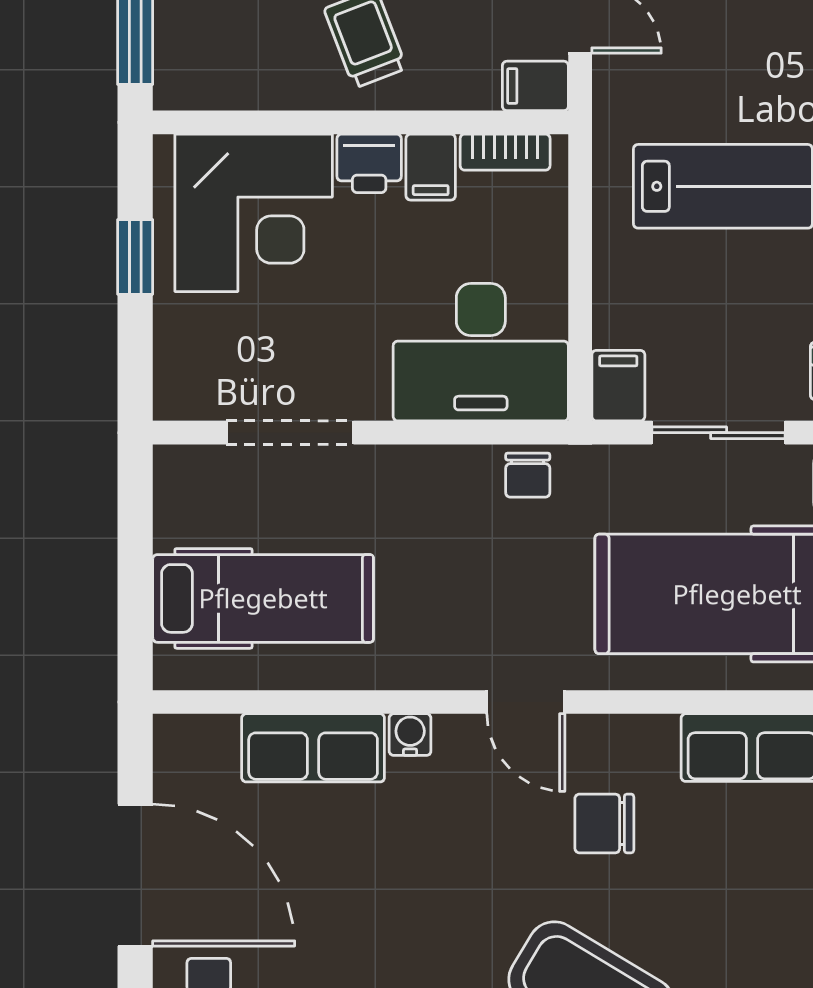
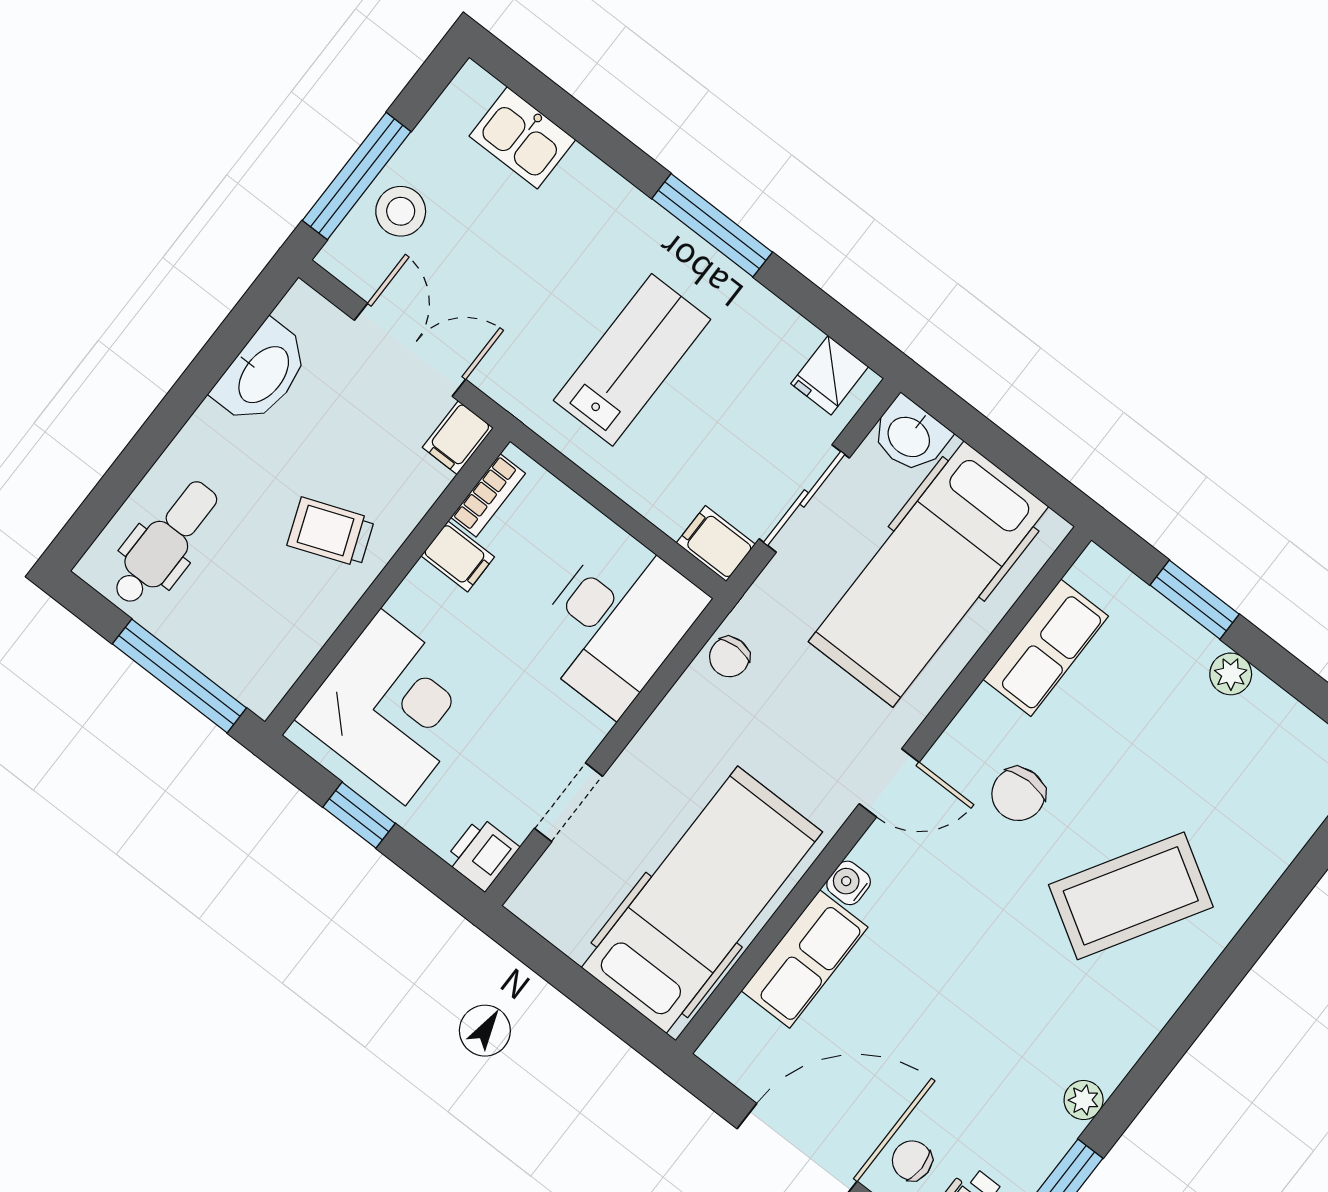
printer: (369, 163) -> (482, 854), moved, turned 180
doorway: (290, 433) -> (569, 802), width x0.73
chair: (528, 475) -> (729, 657), turned 90
hospital bed: (263, 598) -> (702, 900), width x1.37, depth x1.29

